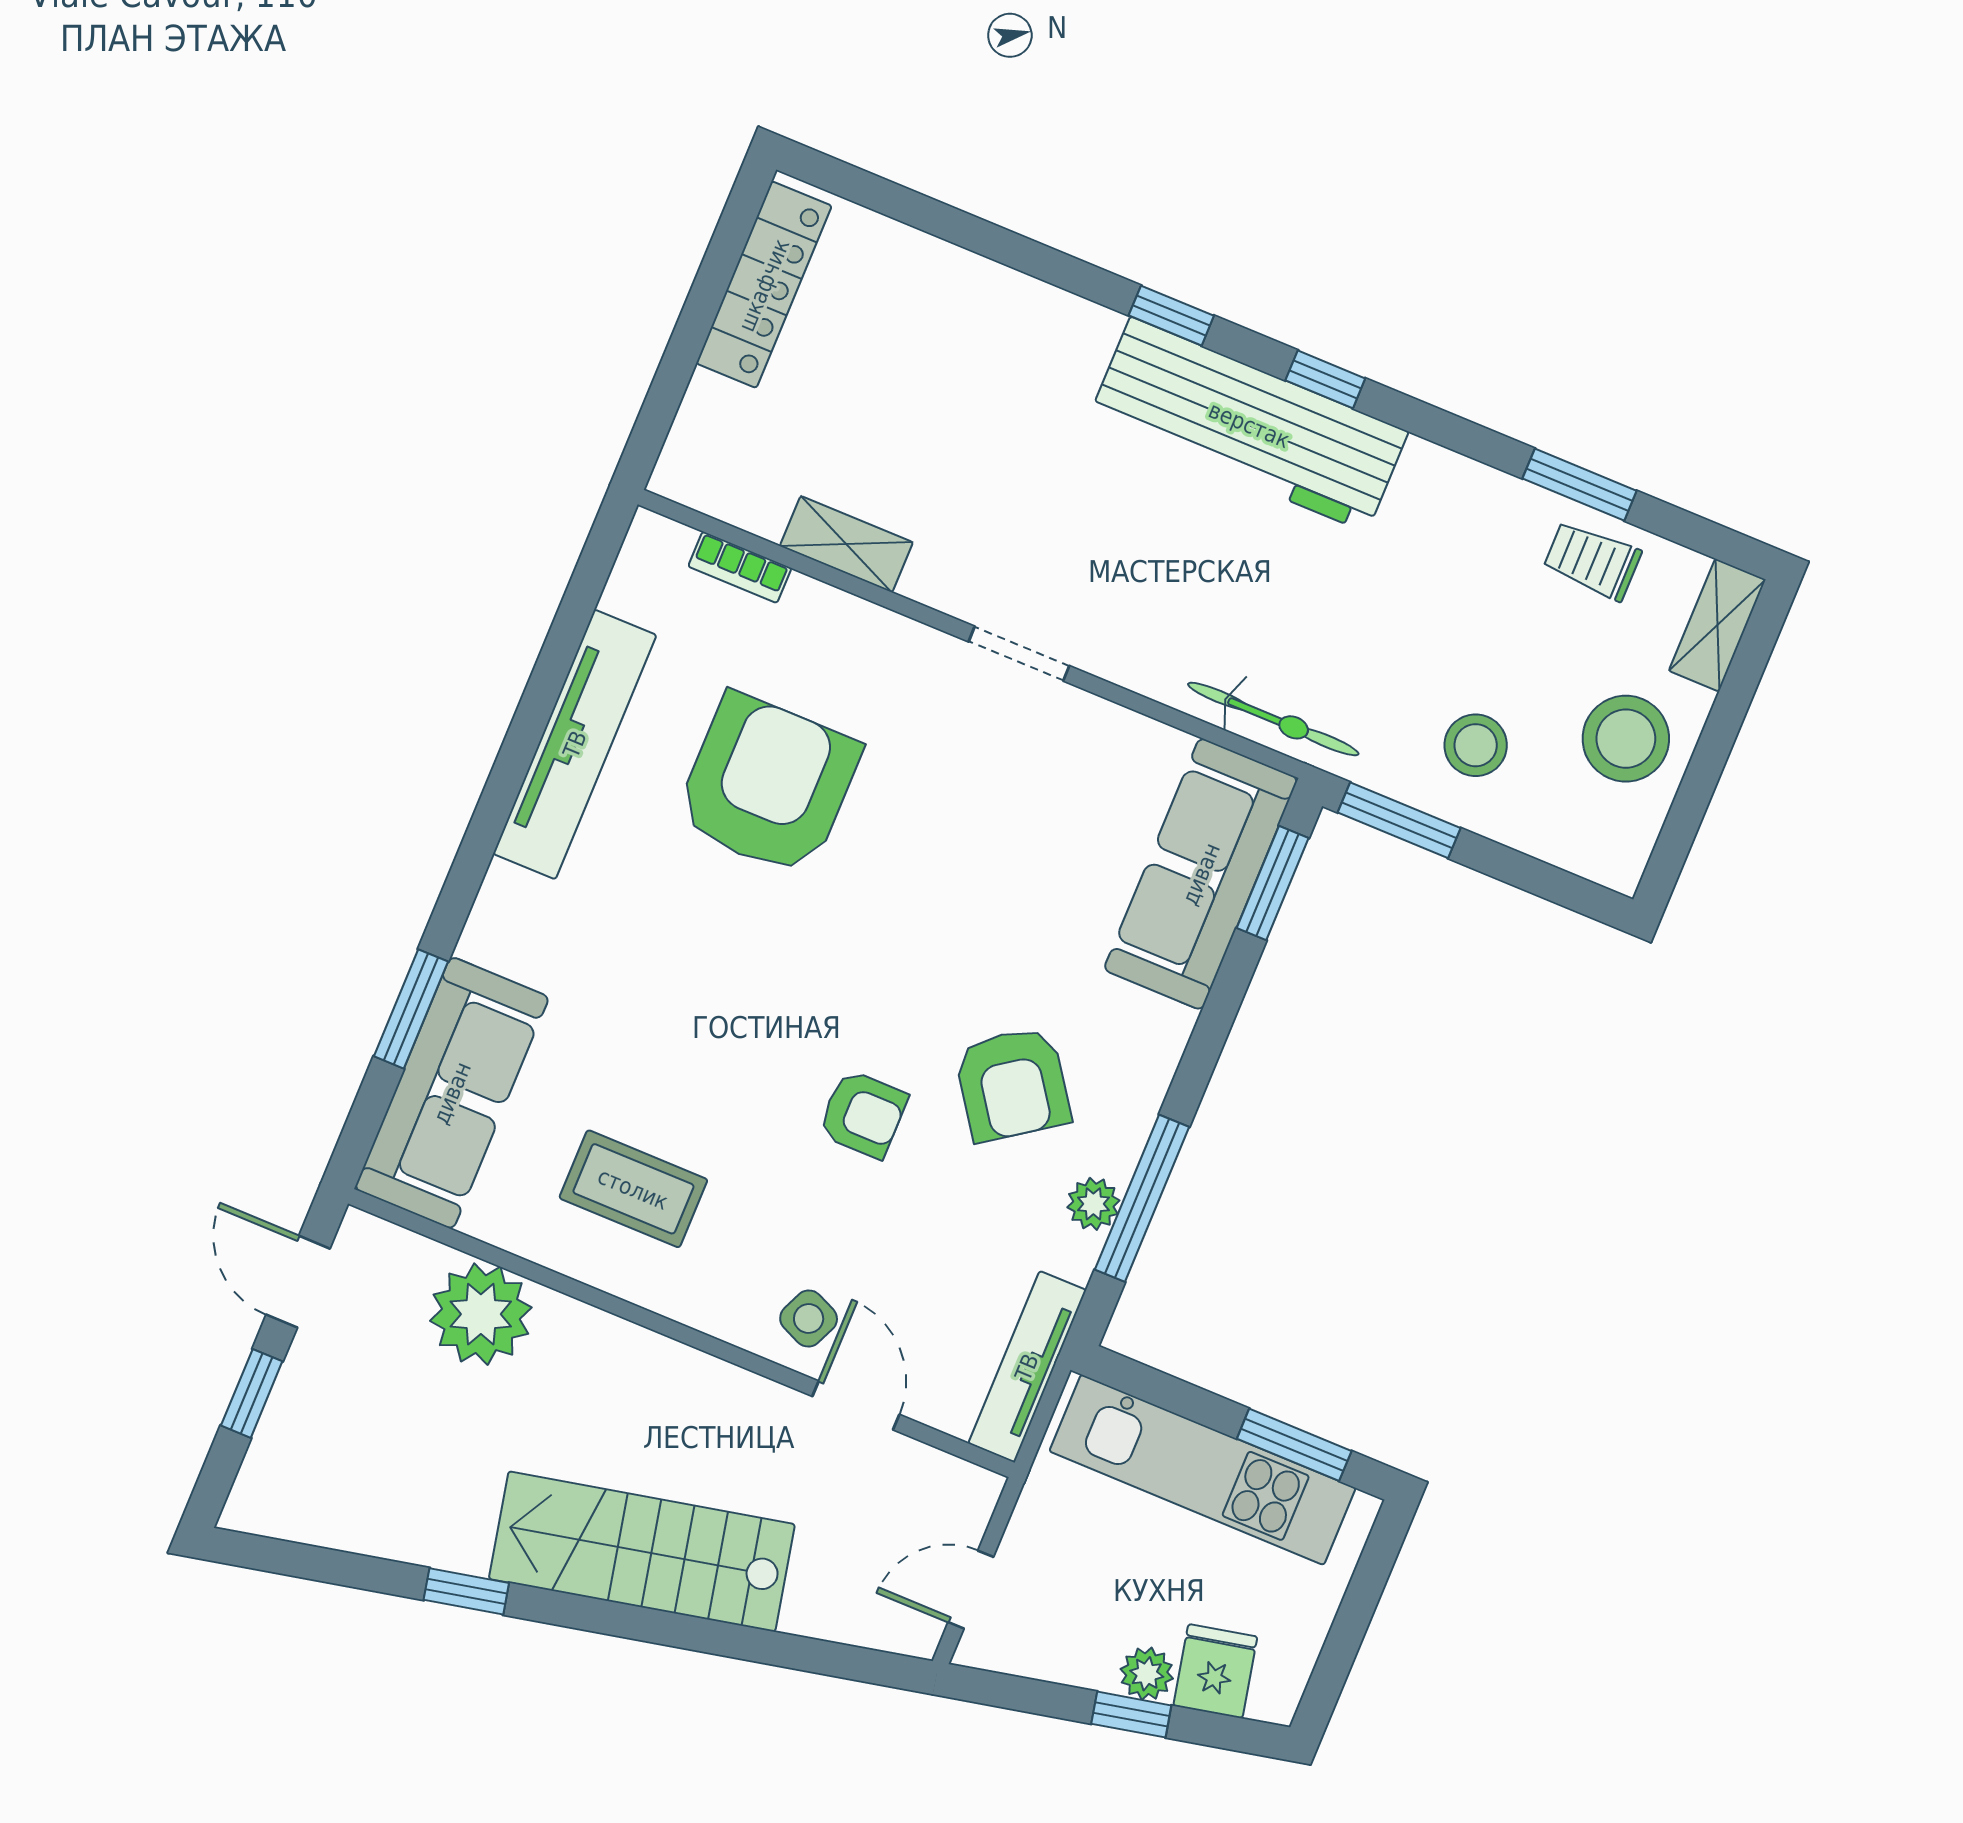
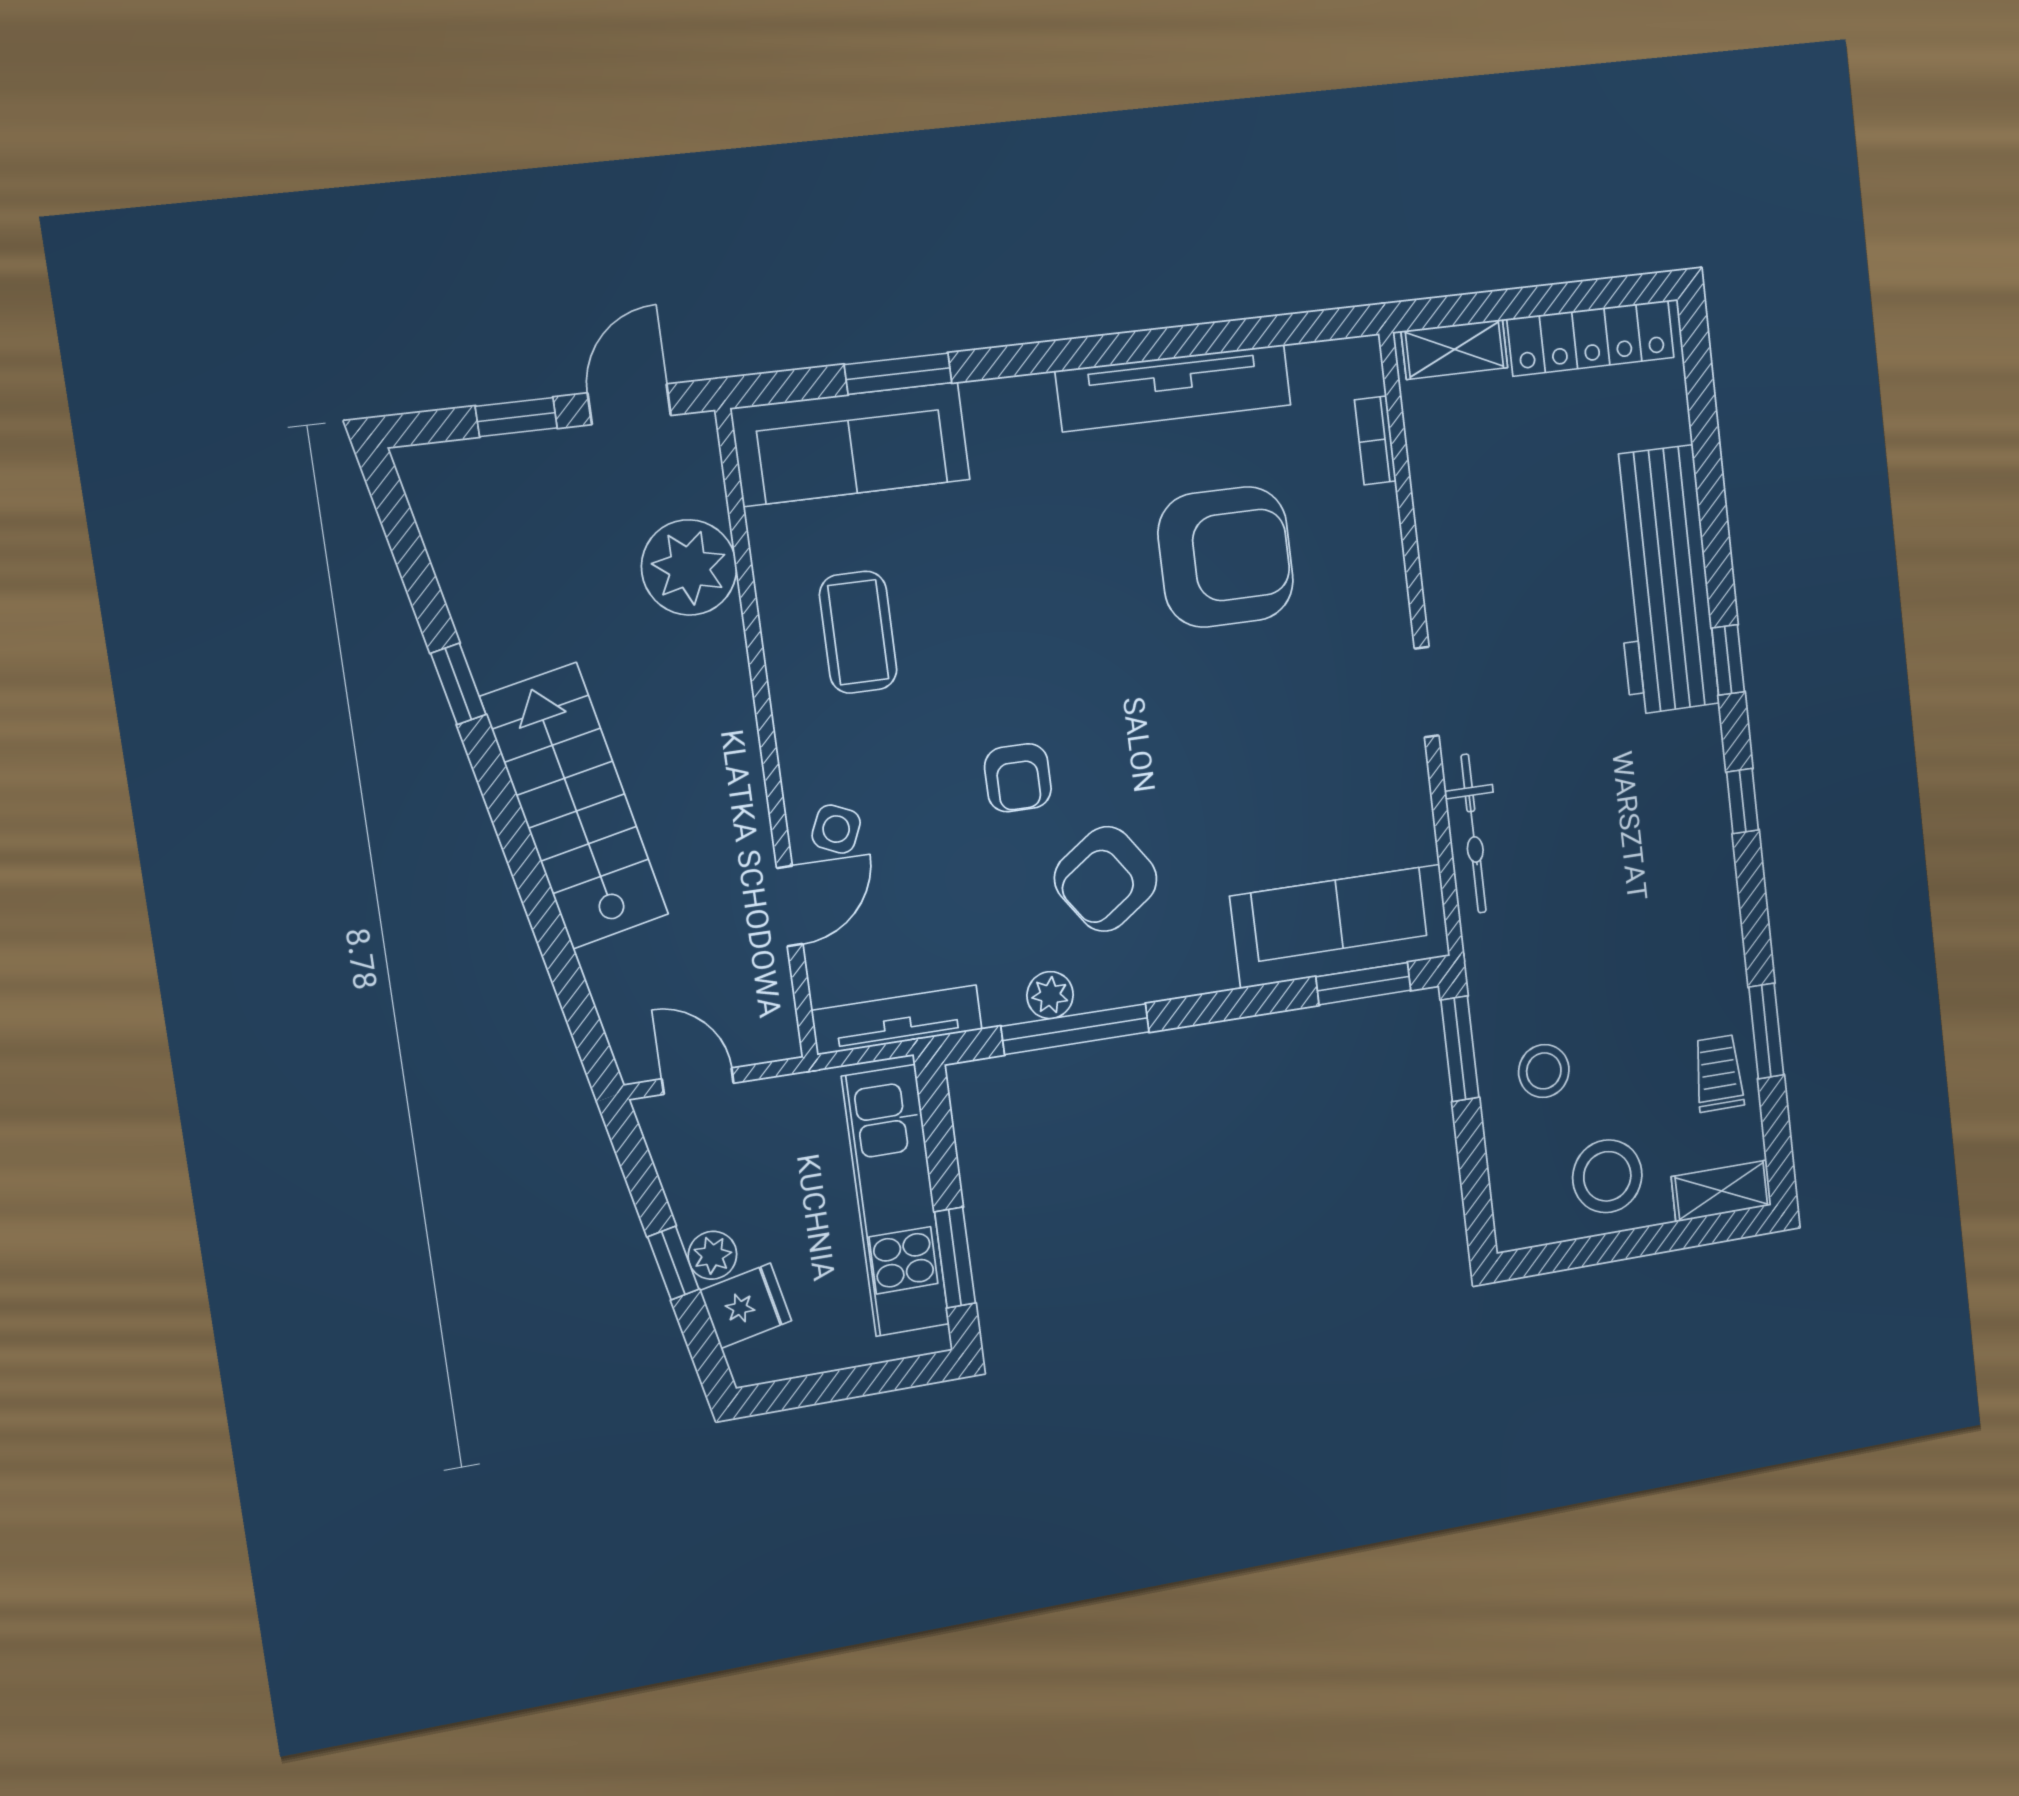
workbench: (1249, 425) -> (1662, 580), moved
shelving: (846, 544) -> (1454, 349), moved, turned 90
bicycle: (1273, 719) -> (1473, 834), moved

